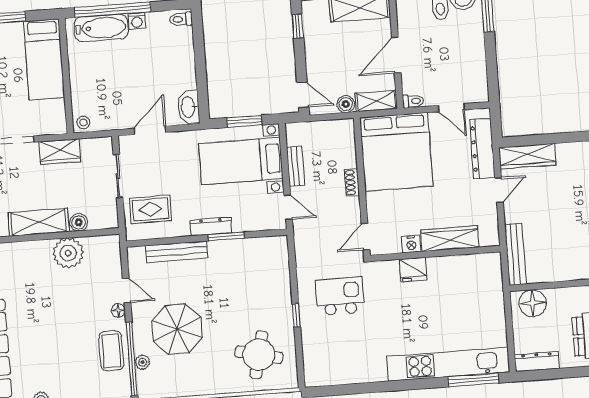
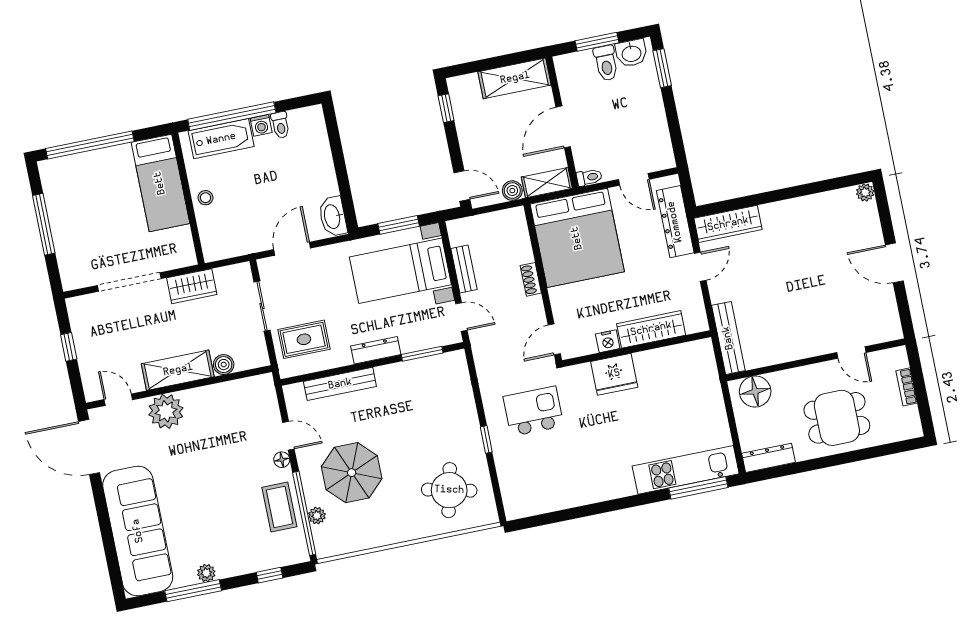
toilet: (181, 19) -> (280, 125), moved, turned -90
stool: (83, 123) -> (205, 198), moved
window: (226, 236) -> (422, 354), moved
plant: (68, 253) -> (166, 411), moved
fridge: (413, 269) -> (614, 374), width x1.36, depth x1.34
kitchen unit: (448, 364) -> (686, 470), width x0.73

